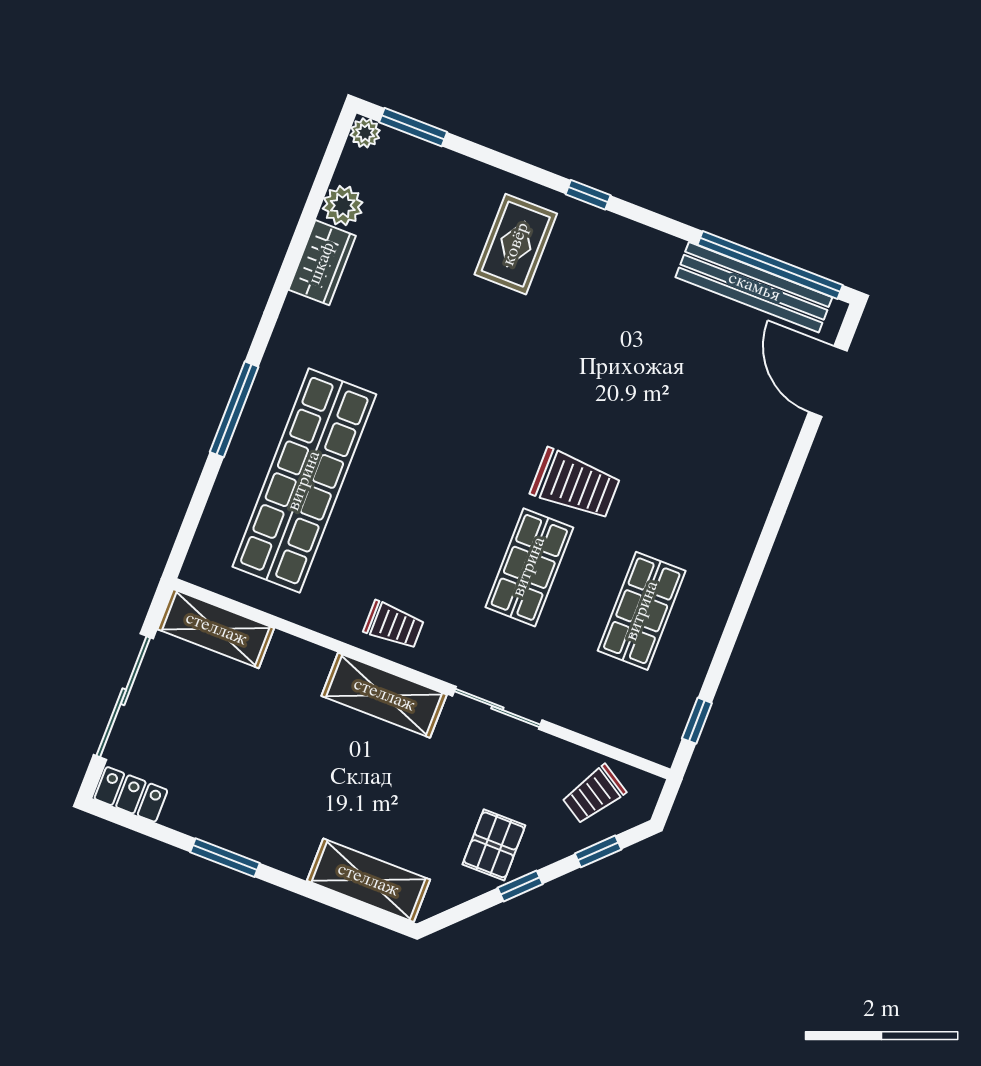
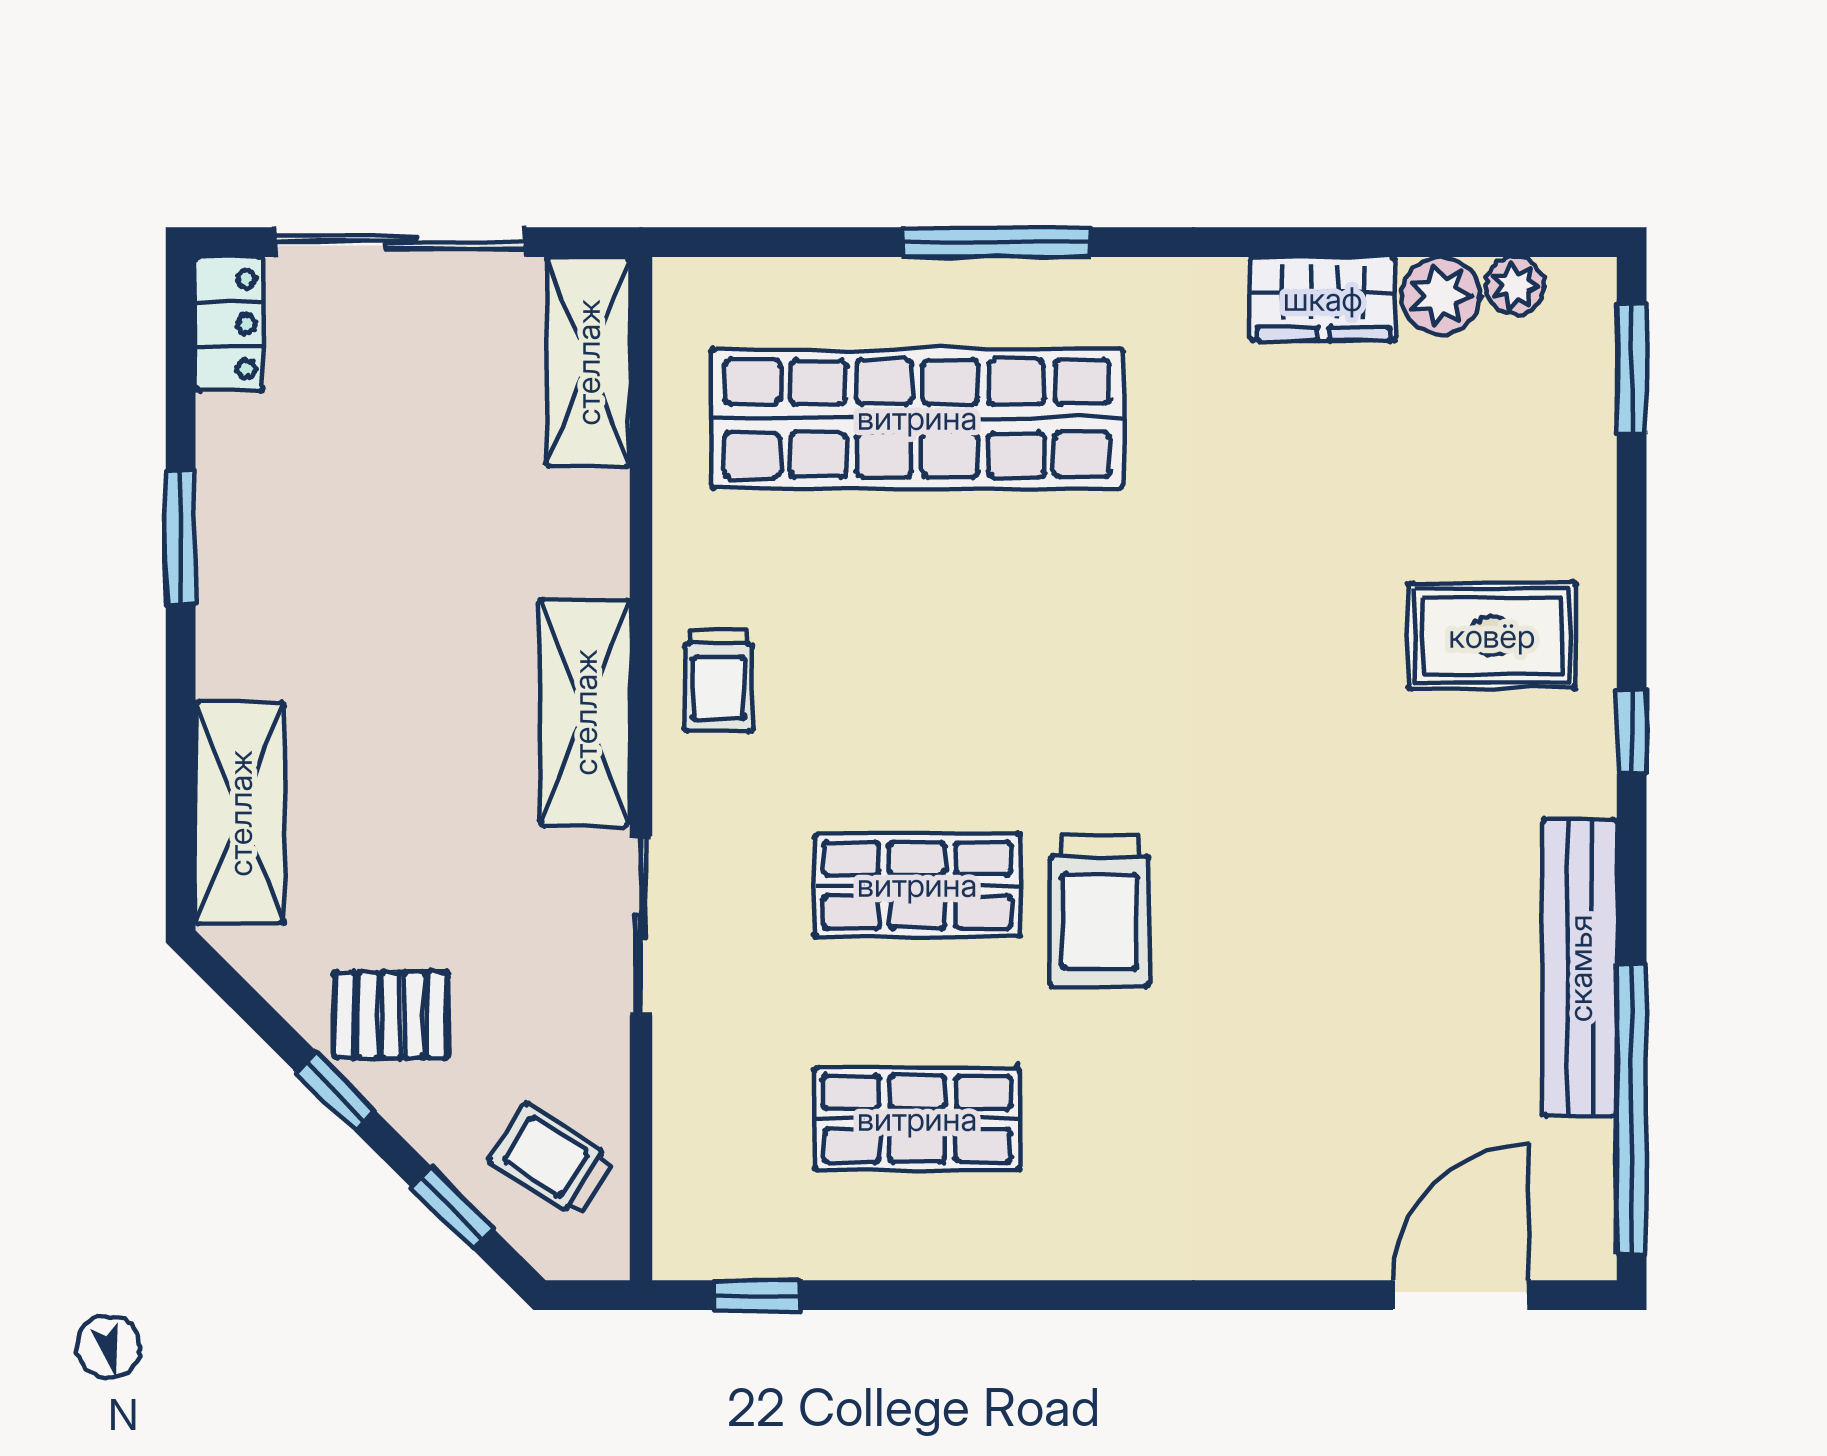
plant: (365, 133) -> (1515, 286), moved
bench: (754, 287) -> (1580, 968), moved

